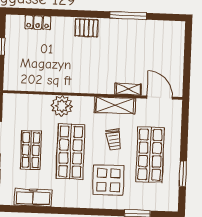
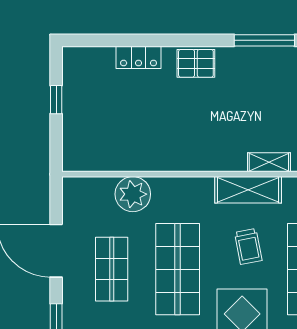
locker: (38, 22) -> (139, 57), moved
plant: (62, 106) -> (133, 194), moved

